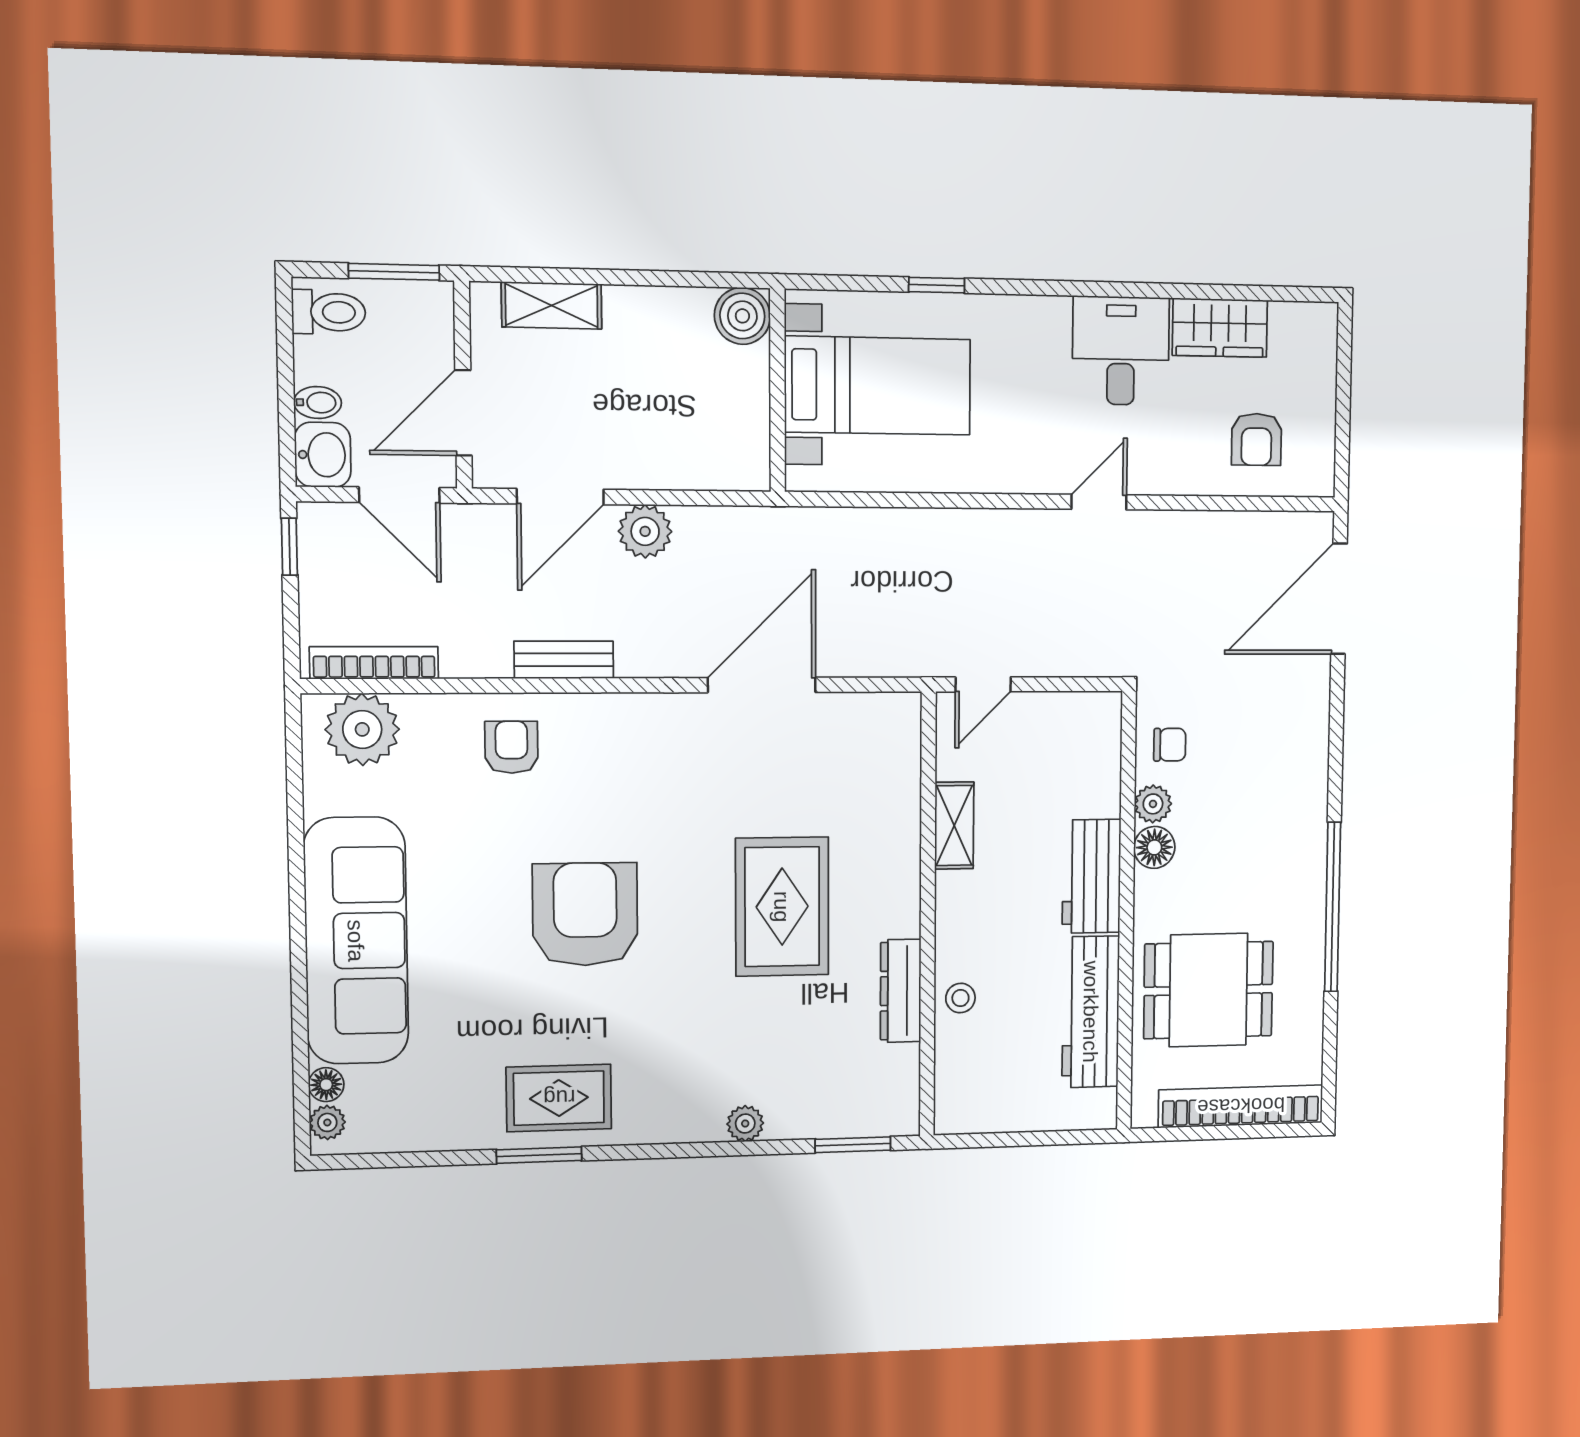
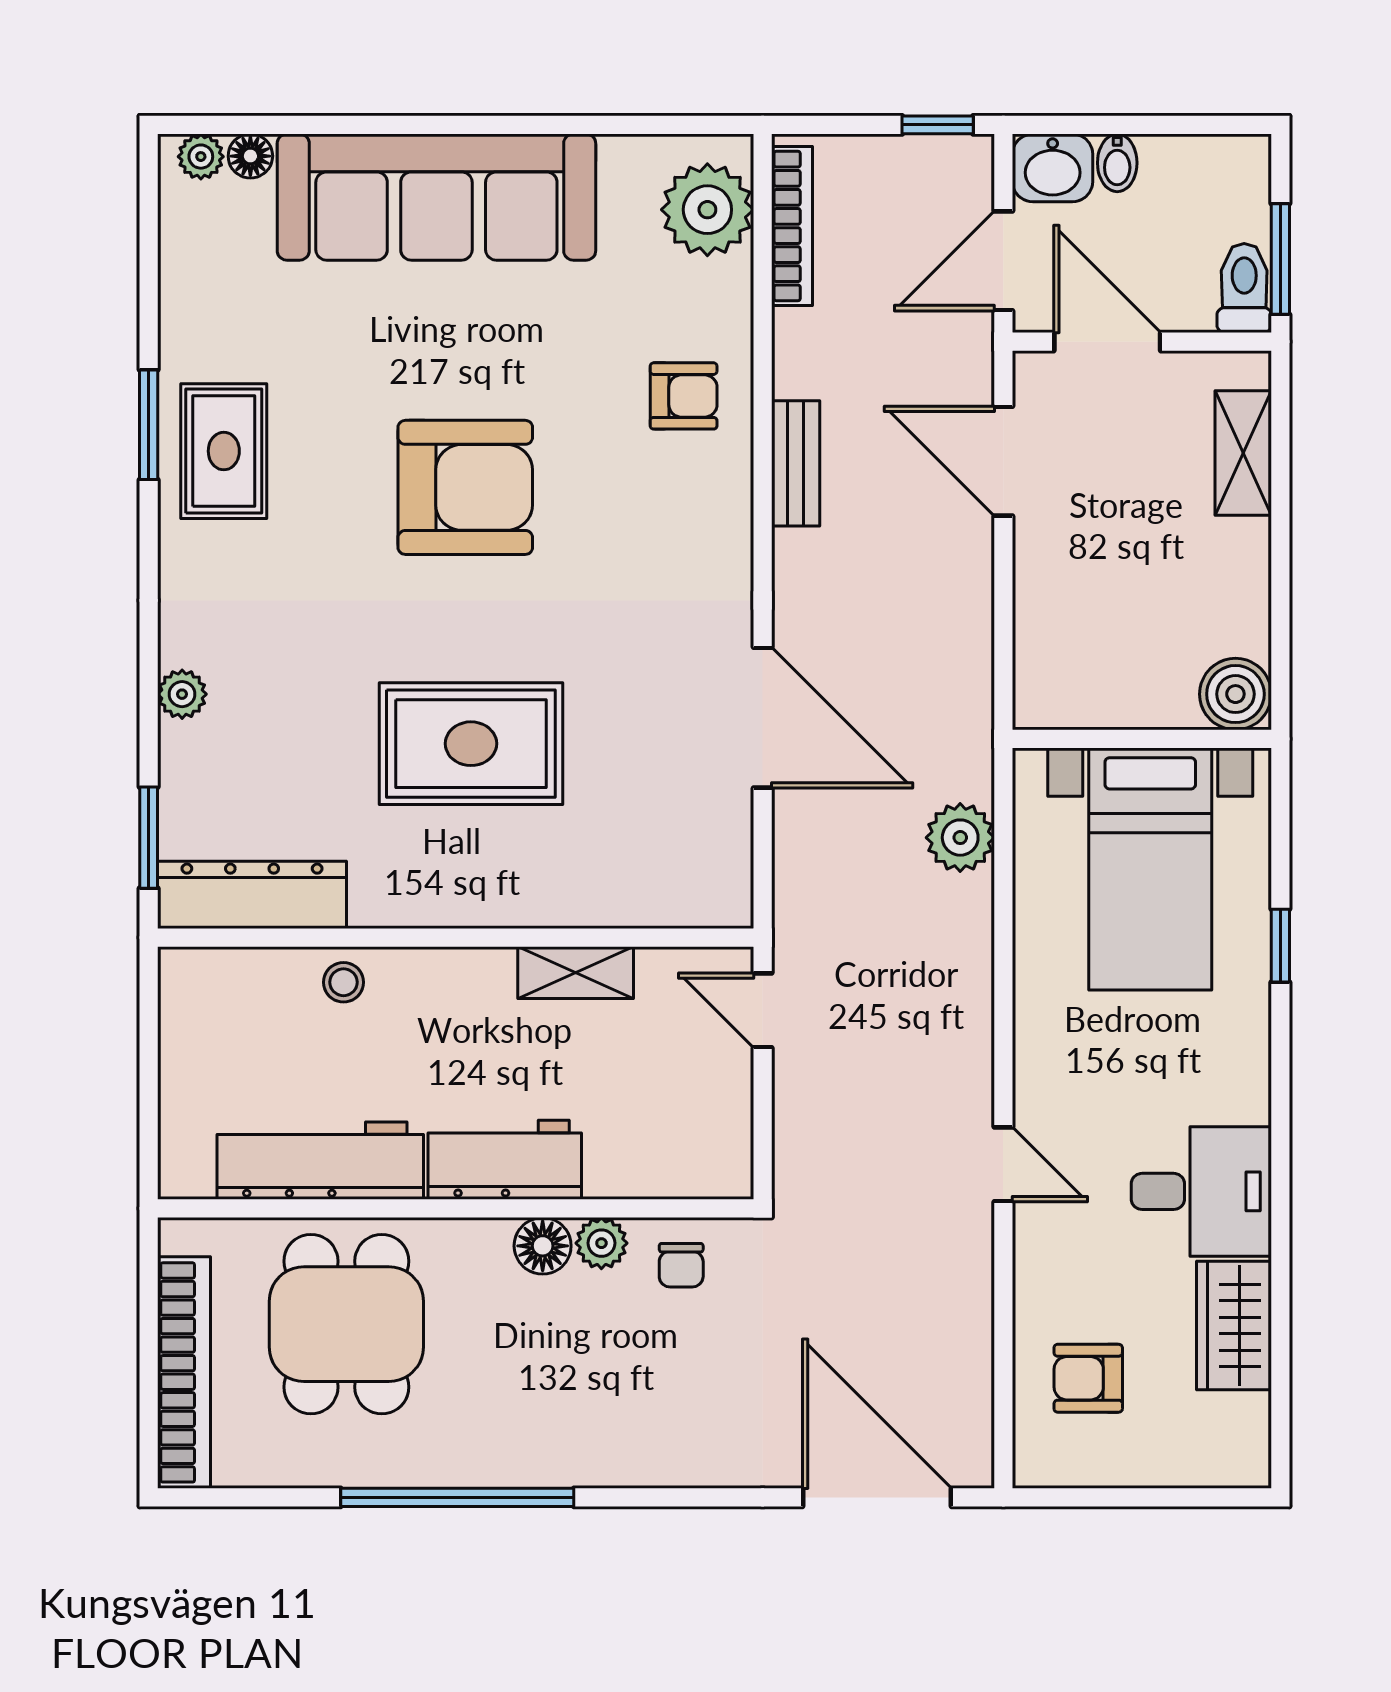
toilet: (329, 312) -> (1244, 288), moved, turned 180
plant: (645, 531) -> (960, 838), moved
dresser: (901, 991) -> (252, 895), moved, width x1.37, depth x1.24

